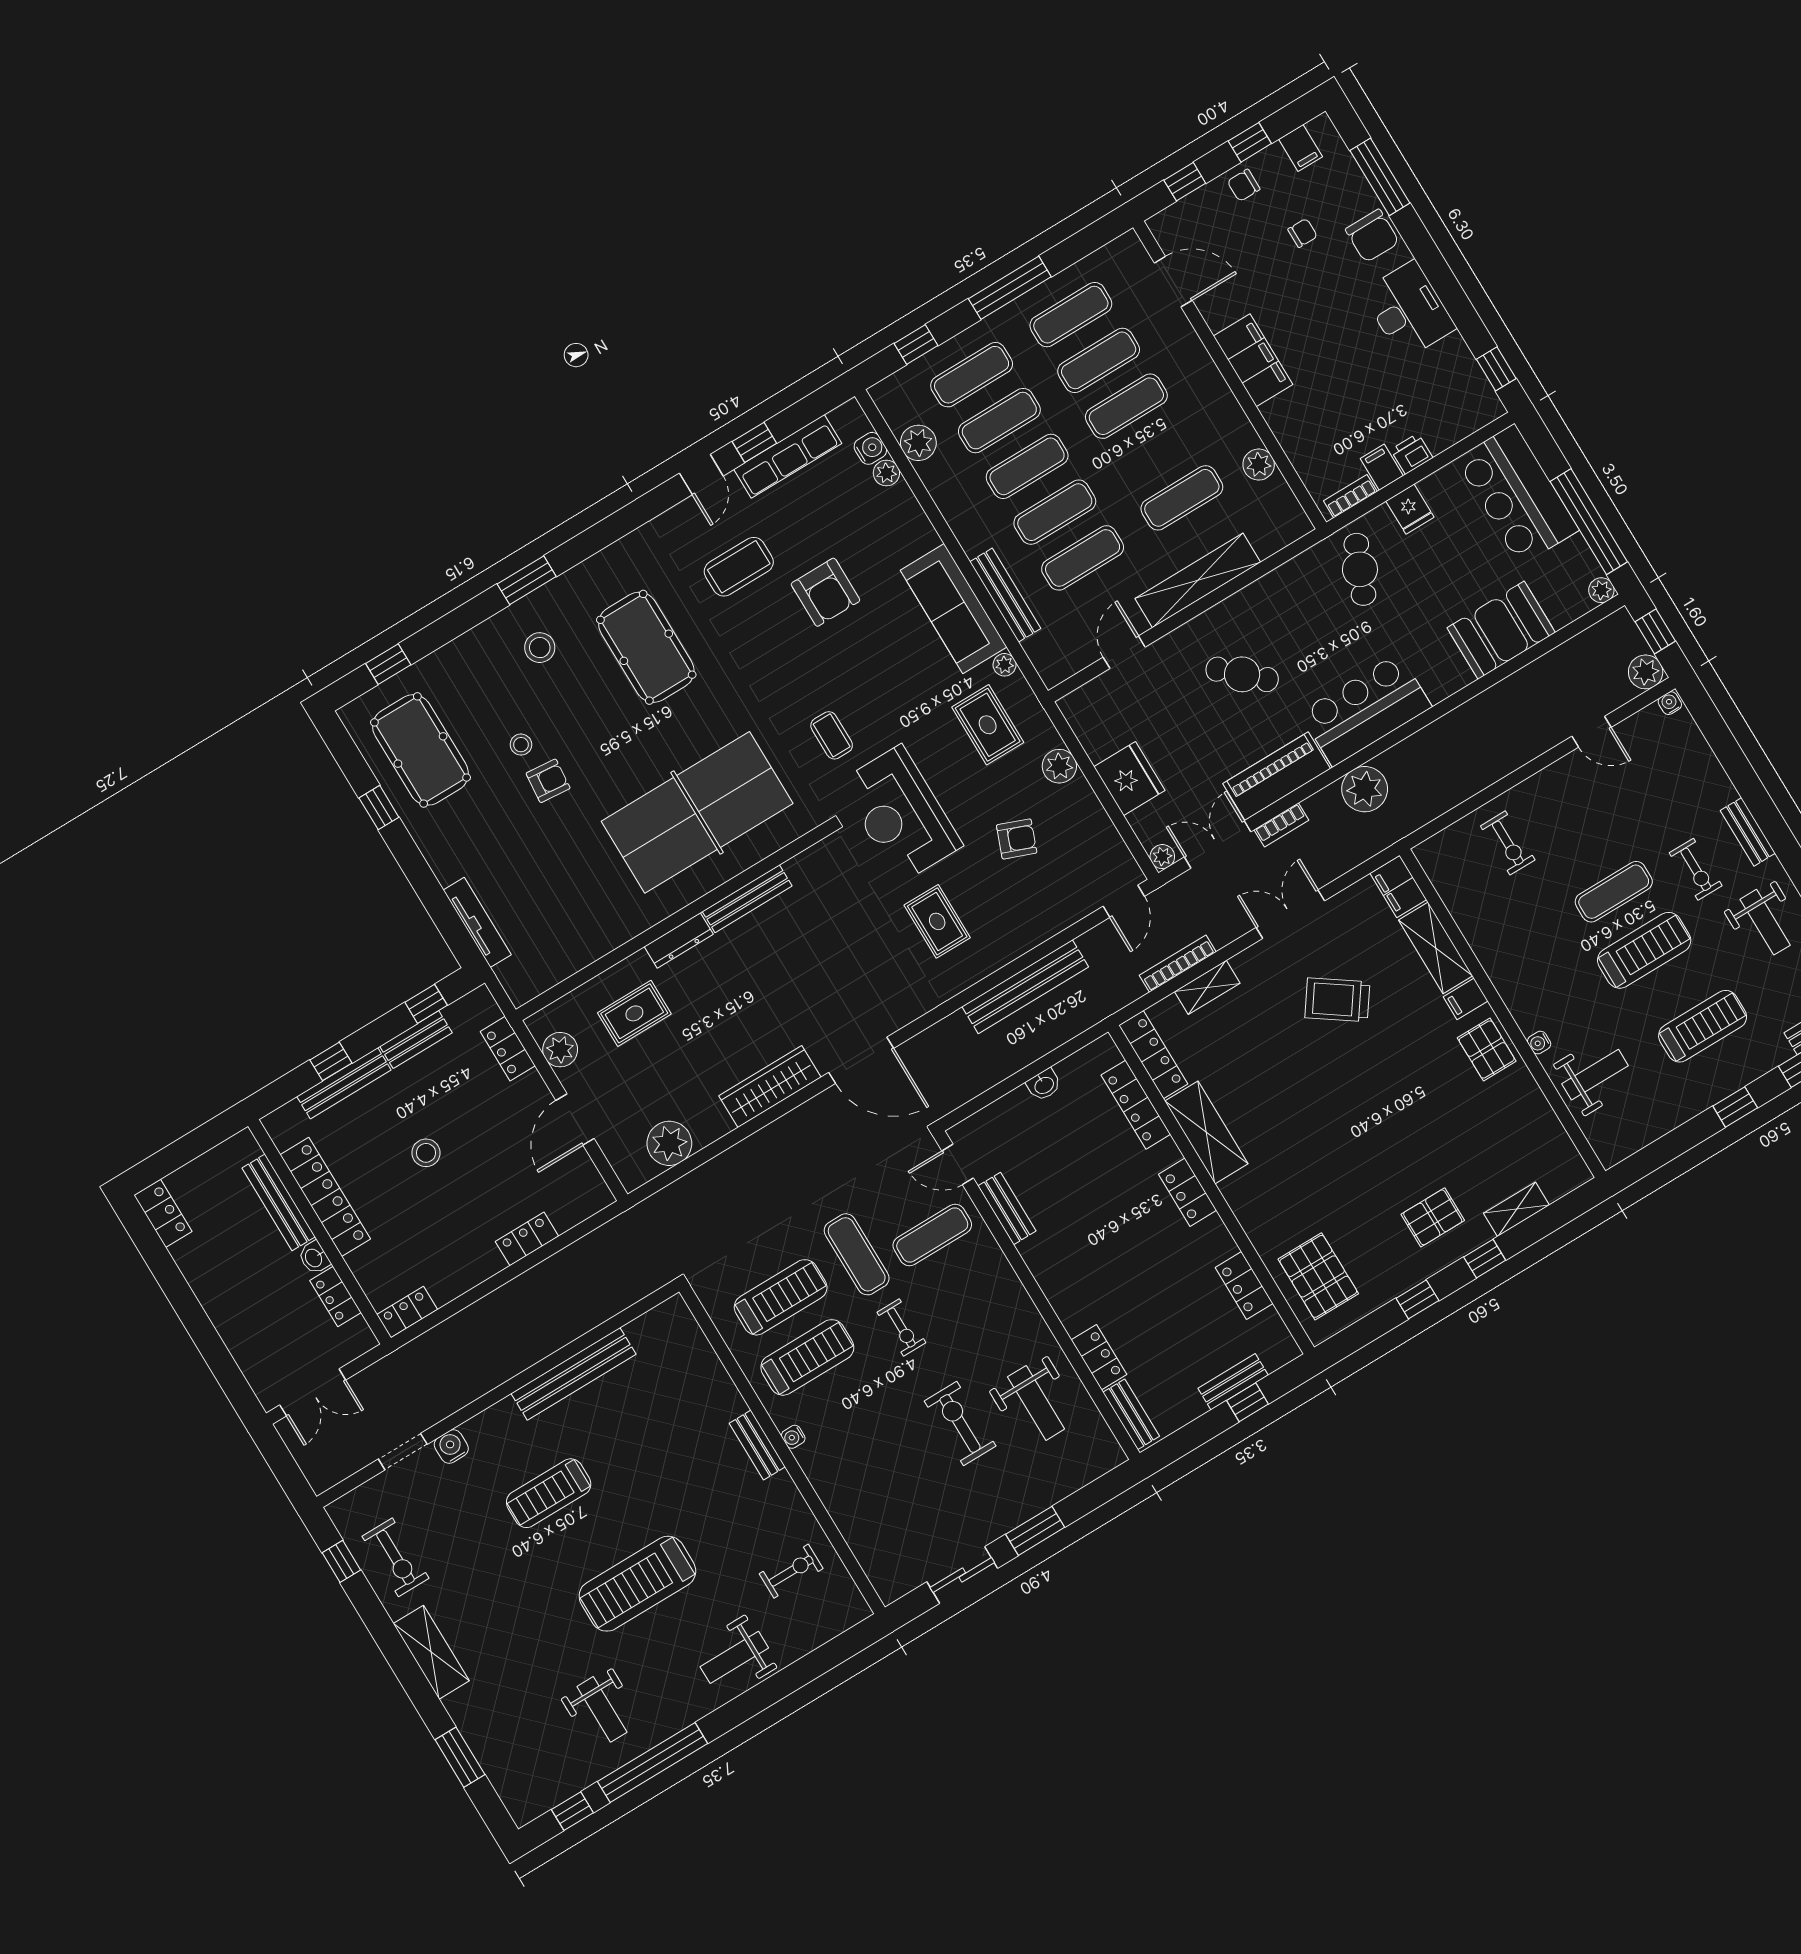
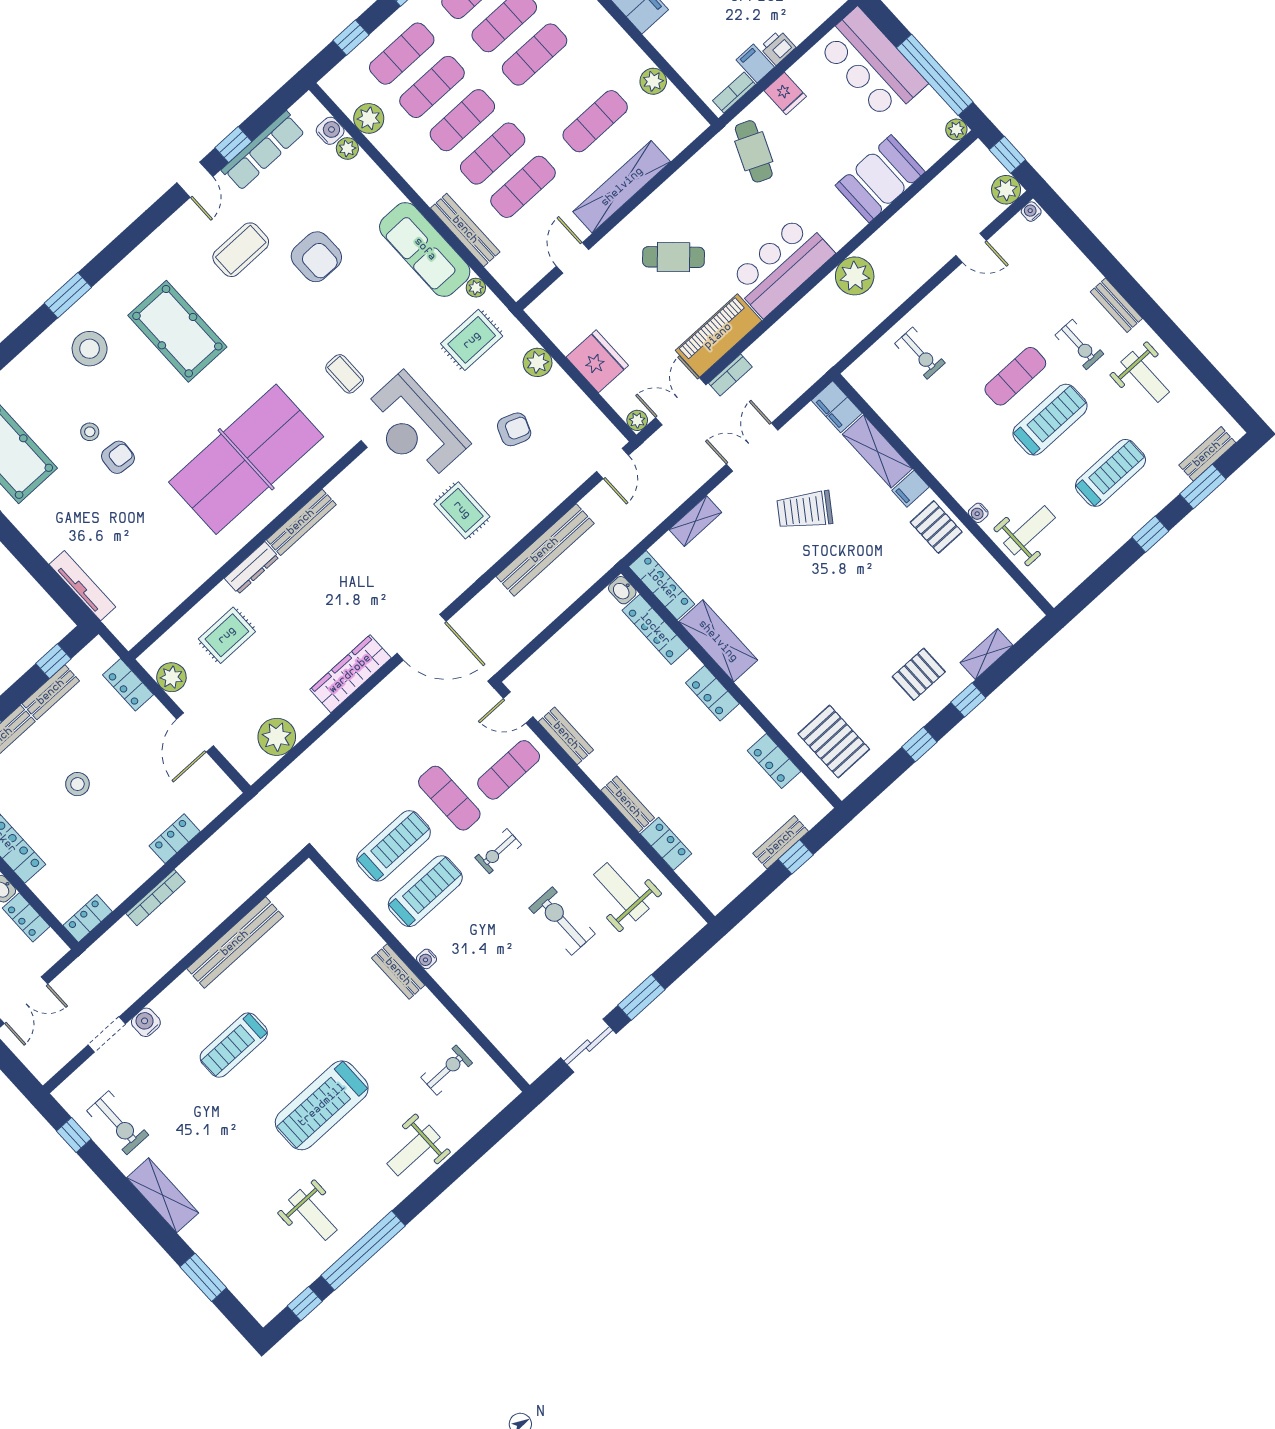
stool: (540, 648) -> (90, 349), width x1.38, depth x1.38
rug: (988, 725) -> (472, 340), turned 90
plant: (1365, 789) -> (855, 276), moved
bookcase: (1178, 964) -> (156, 898), moved, turned 180
washbasin: (1044, 1085) -> (622, 590), moved, turned 90
exercise bike: (901, 1327) -> (498, 851), turned 90
weight bench: (1036, 1403) -> (621, 892), turned 180
bench: (1131, 1414) -> (628, 804), moved

